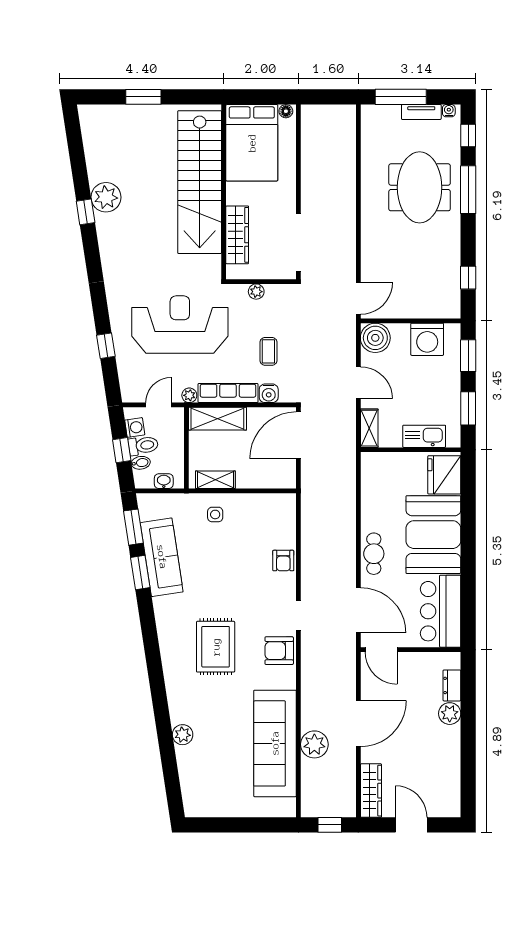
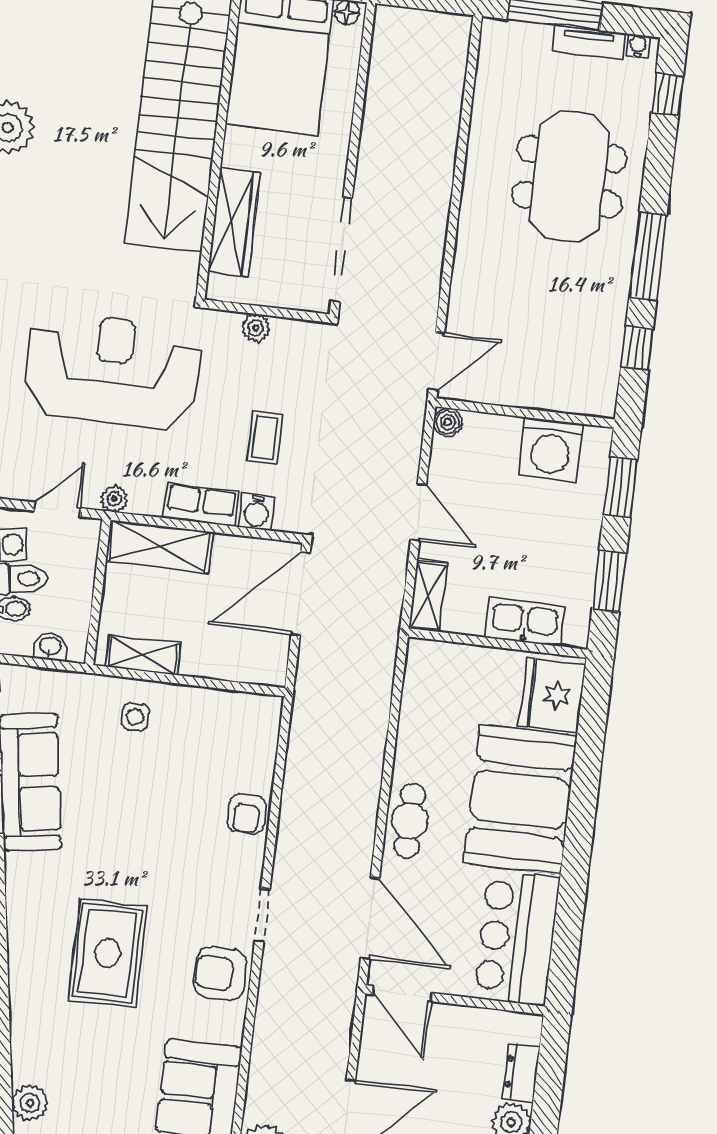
window: (468, 190) -> (648, 256), moved
boiler: (375, 338) -> (448, 422), width x0.54, depth x0.54
row of seats: (228, 393) -> (201, 505), width x0.68

